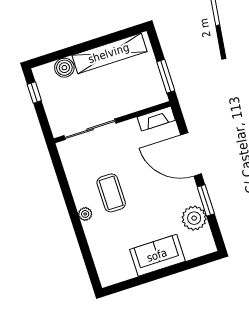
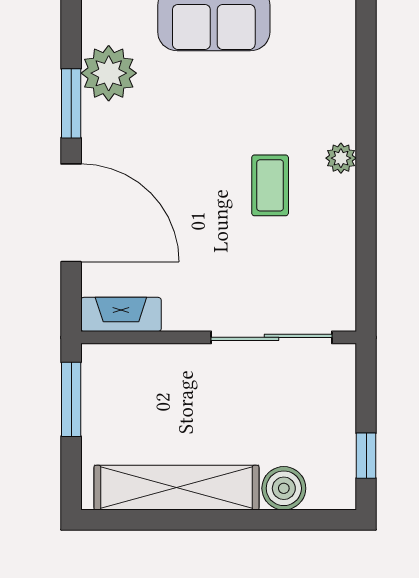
coffee table: (111, 193) -> (270, 185), width x0.73, depth x0.77

